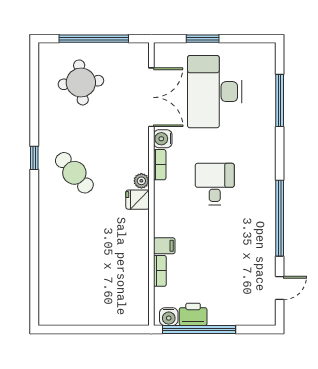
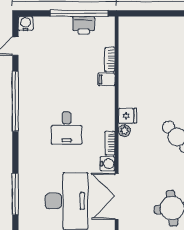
water cooler: (169, 317) -> (25, 23), moved

